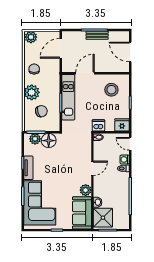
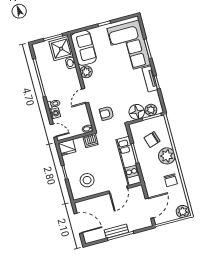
armchair: (77, 147) -> (107, 113), added

